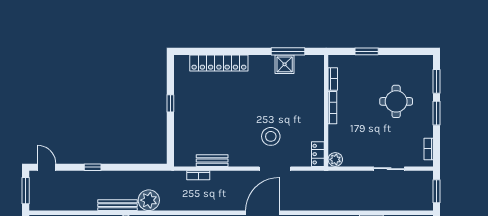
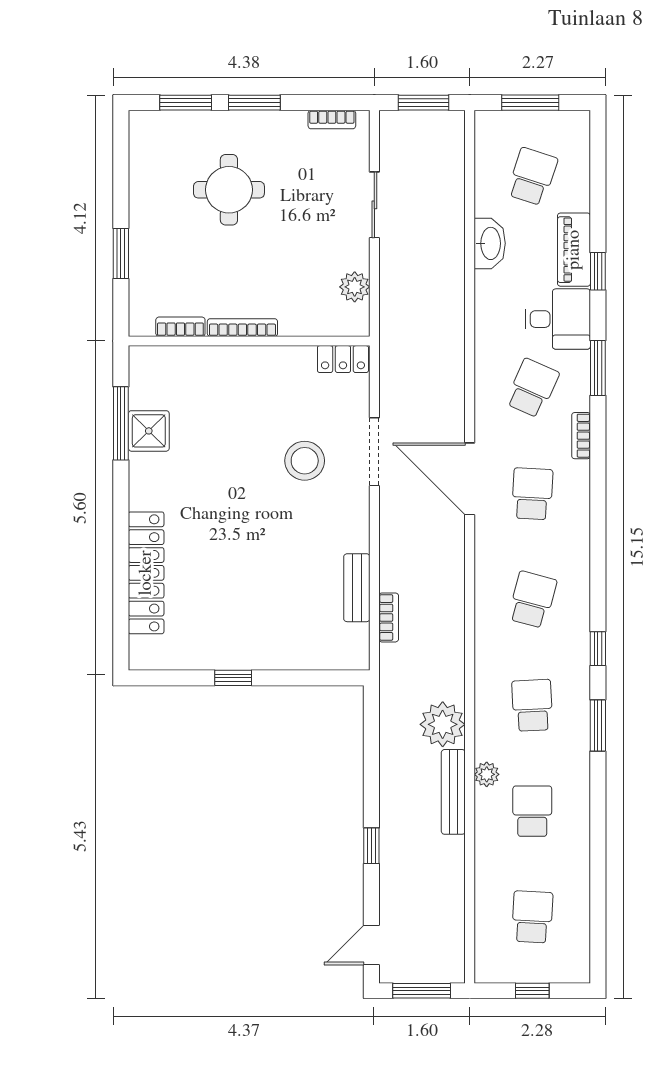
plant: (335, 159) -> (355, 287), moved

